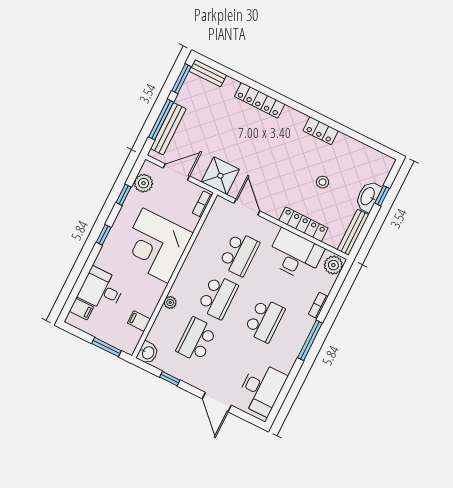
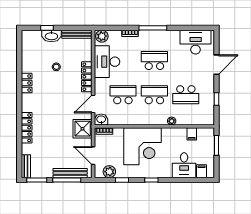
locker: (303, 224) -> (87, 77), moved
washbasin: (148, 353) -> (101, 120), moved

